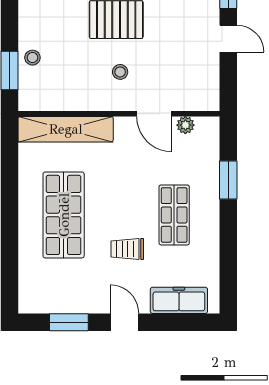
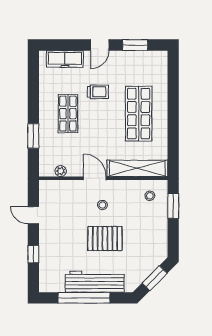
door: (228, 39) -> (33, 215), moved
stool: (32, 58) -> (150, 196), moved
door: (154, 114) -> (95, 178), moved
door: (124, 322) -> (100, 45), hinge flipped

